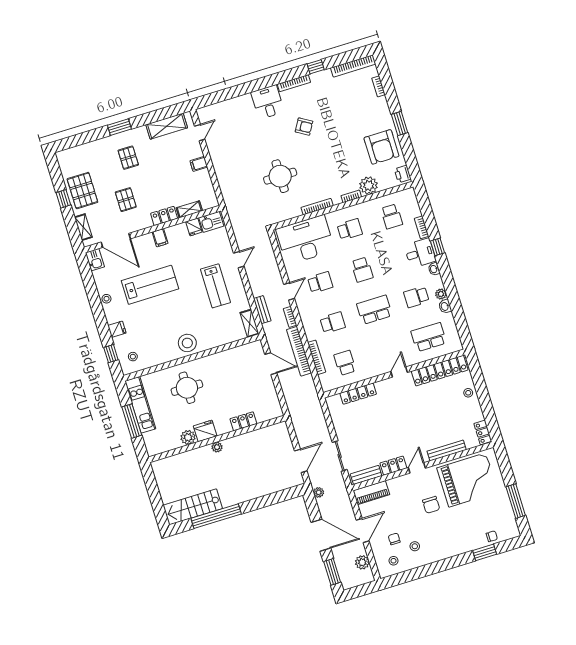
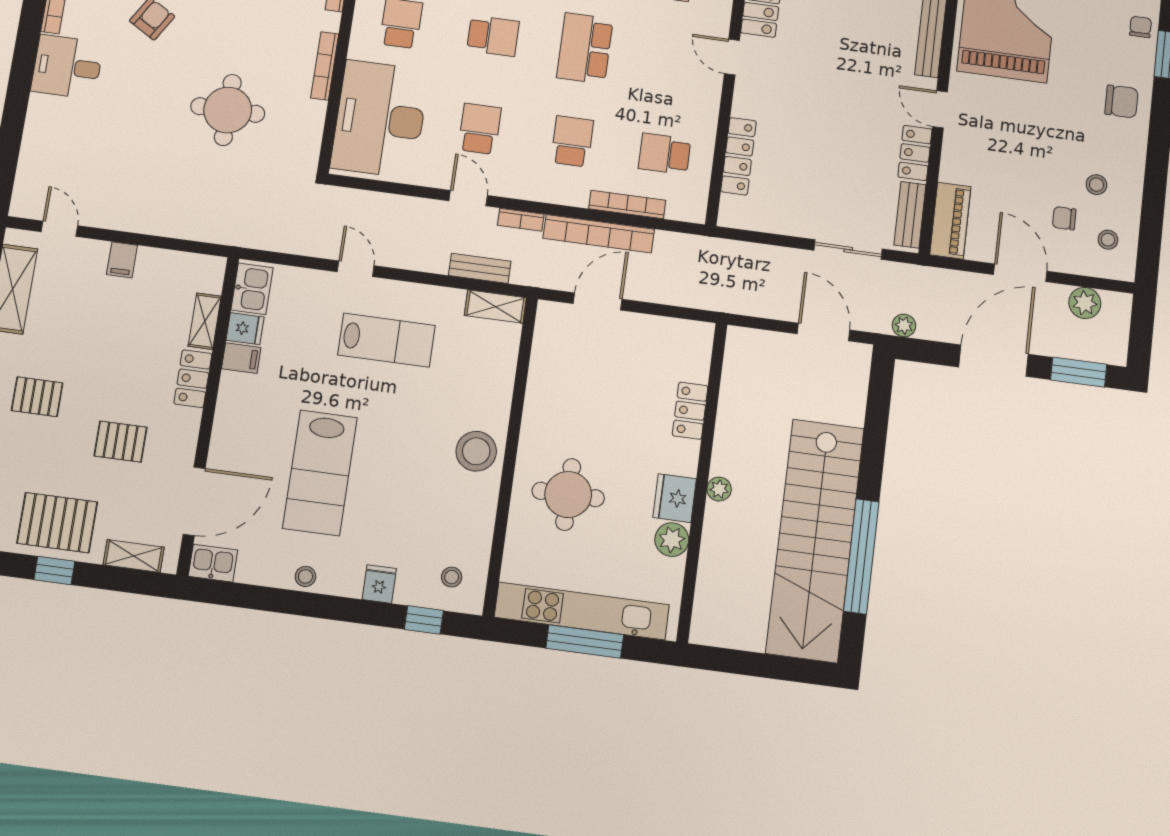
filing cabinet: (160, 238) -> (241, 358), moved
lab bench: (150, 285) -> (320, 473), turned 180
kitchen unit: (140, 405) -> (582, 611), width x1.36
chair: (431, 505) -> (1122, 102), moved
stairs: (193, 507) -> (815, 540), width x1.86, depth x1.51

